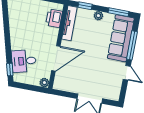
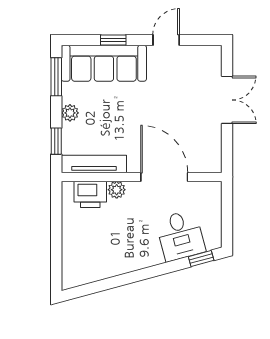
window: (132, 45) -> (113, 40), width x0.46
plant: (44, 83) -> (117, 190), moved

